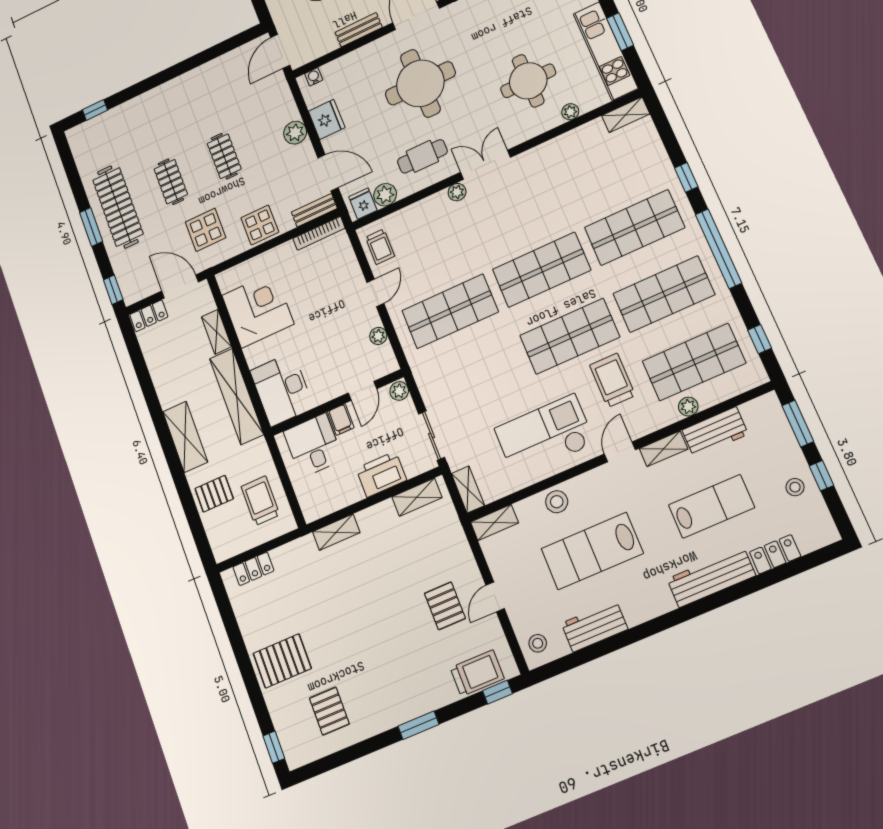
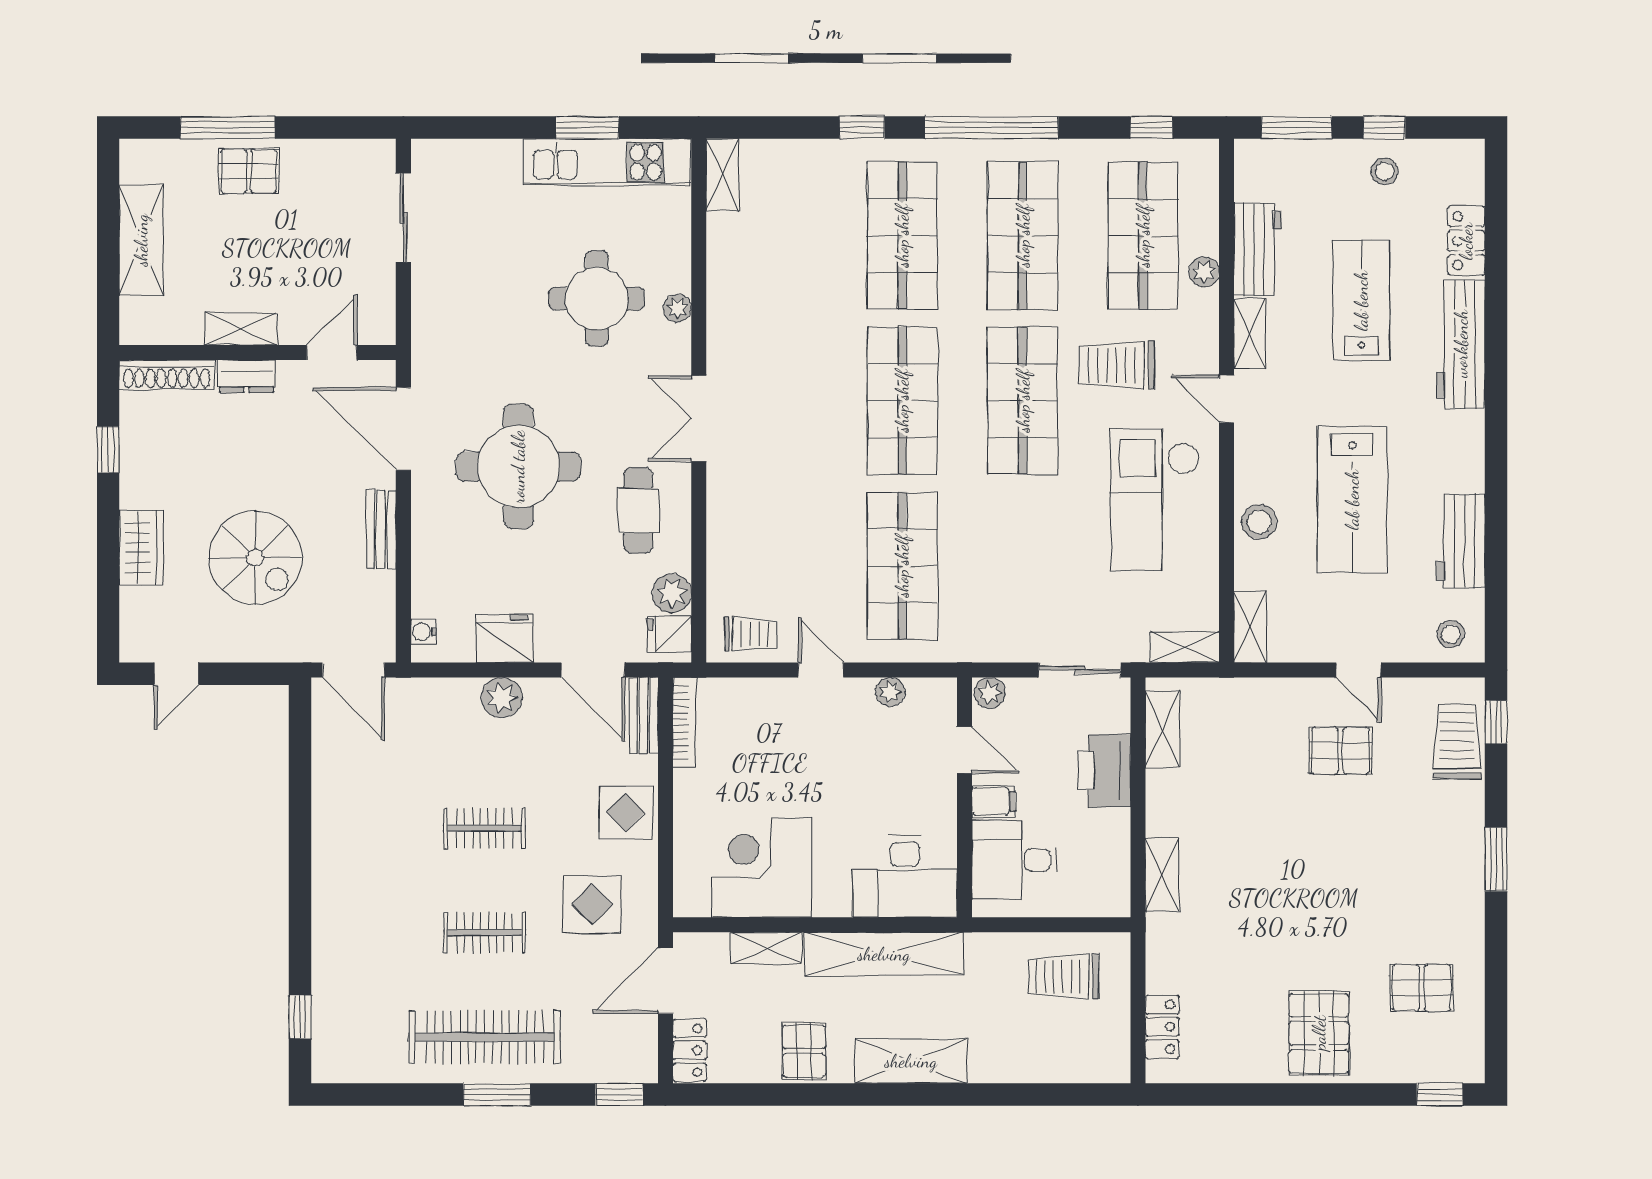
plant: (570, 112) -> (677, 308), moved
door: (328, 173) -> (593, 670), swing flipped
plant: (457, 192) -> (721, 480), removed
pallet: (214, 494) -> (804, 1051), moved

